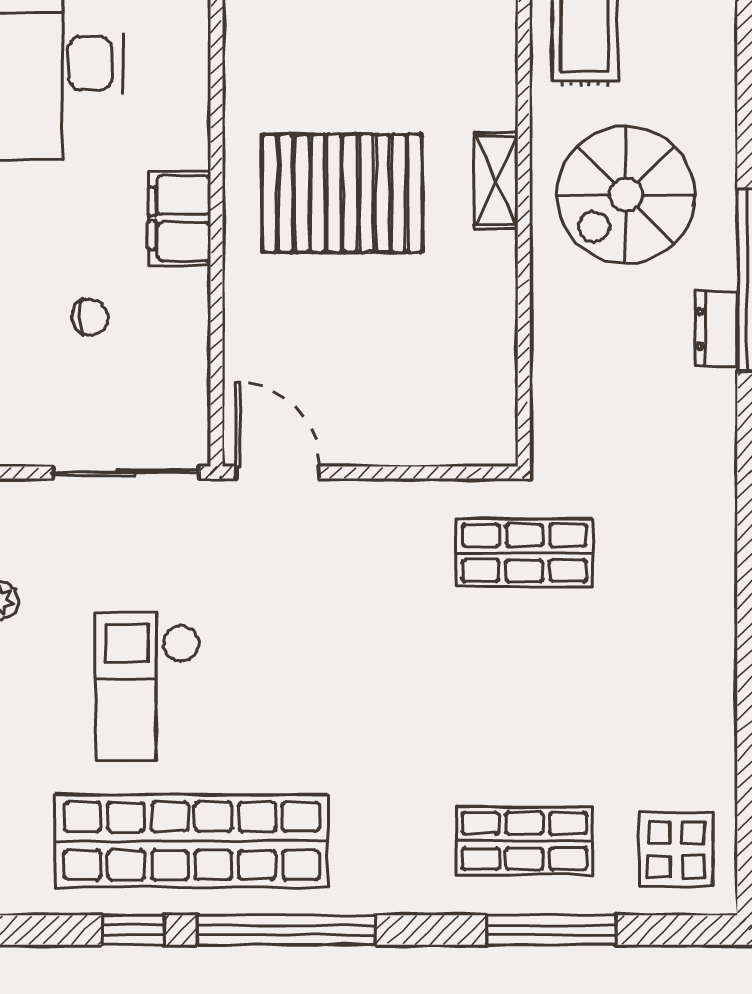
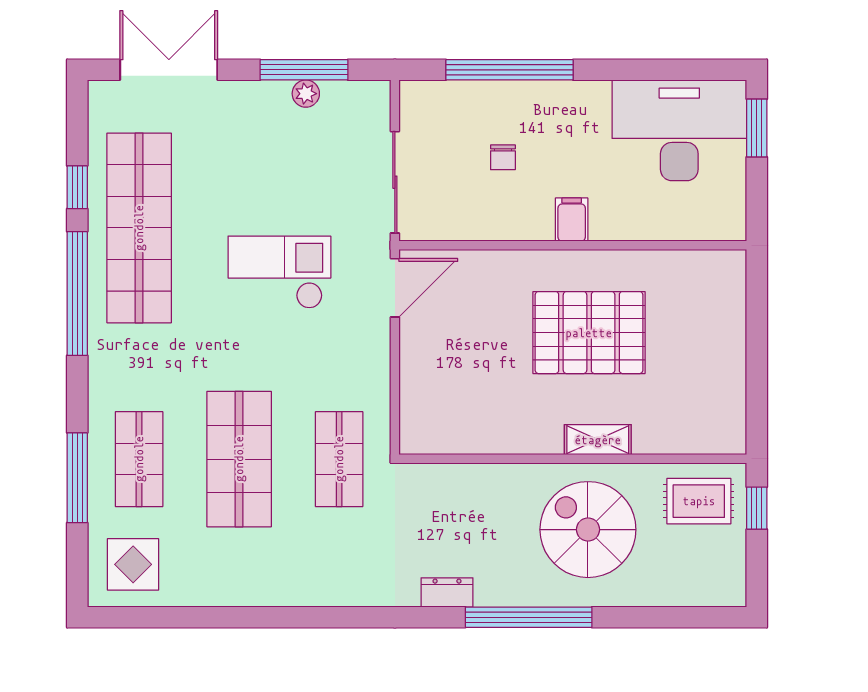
pallet: (342, 193) -> (589, 333), turned 90
filing cabinet: (180, 218) -> (572, 220), width x0.50
dresser: (716, 329) -> (447, 592), moved
checkout: (148, 686) -> (279, 272), moved
shop shelf: (524, 697) -> (239, 459), added

